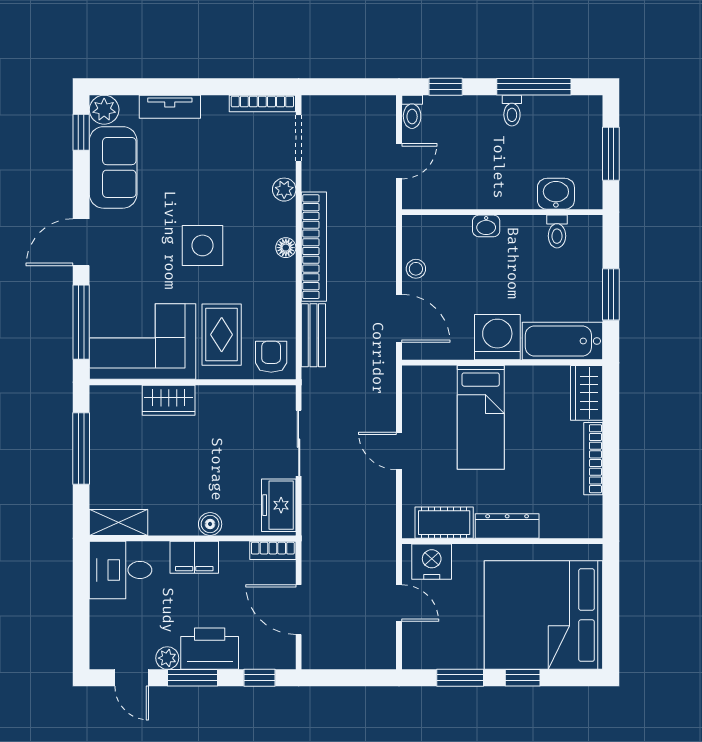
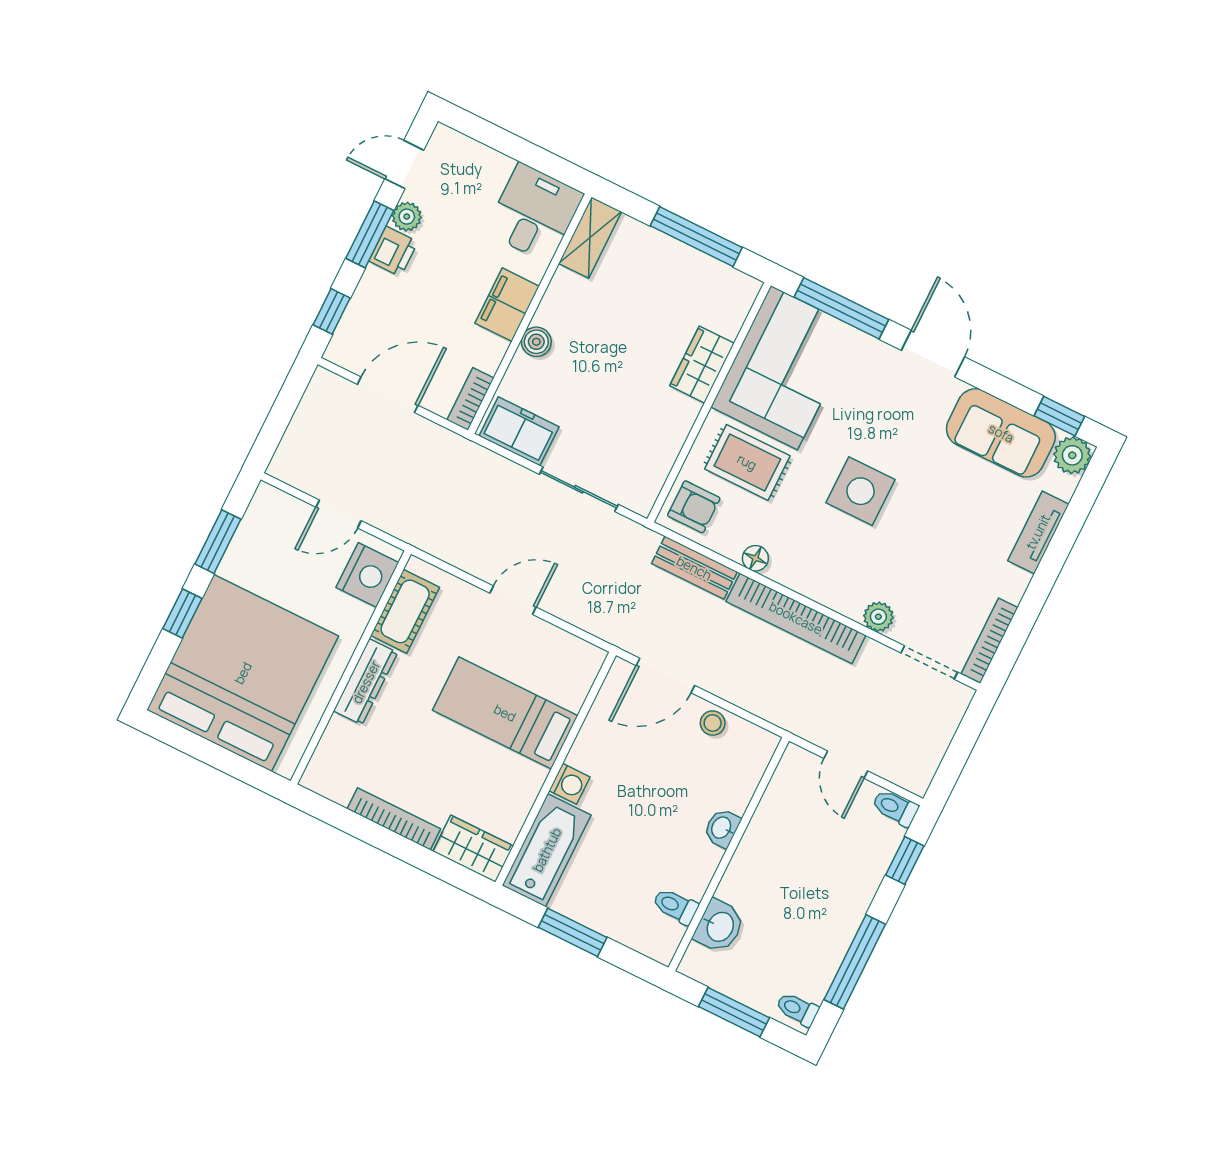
toilet: (512, 111) -> (797, 1009), moved
floor lamp: (286, 248) -> (755, 558), moved
washing machine: (497, 337) -> (569, 784), width x0.53, depth x0.53
printer: (210, 649) -> (393, 251), width x0.53, depth x0.68

